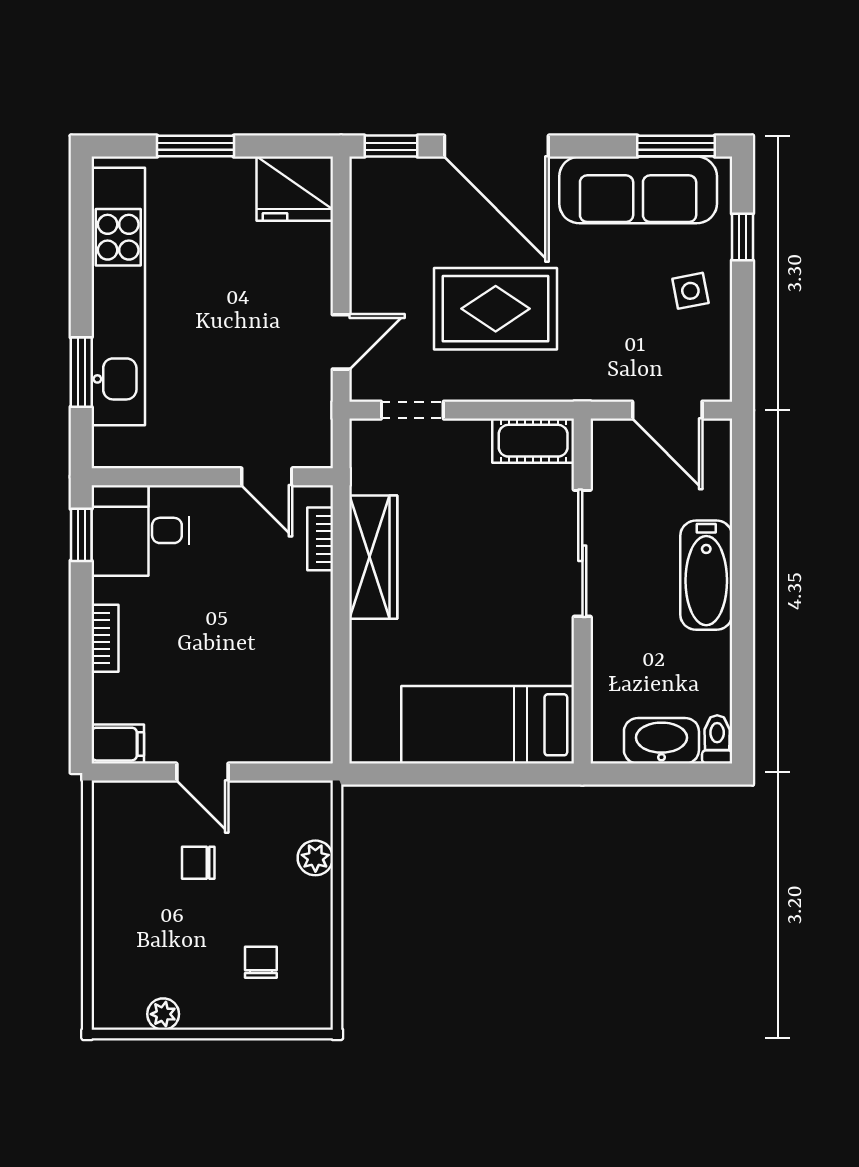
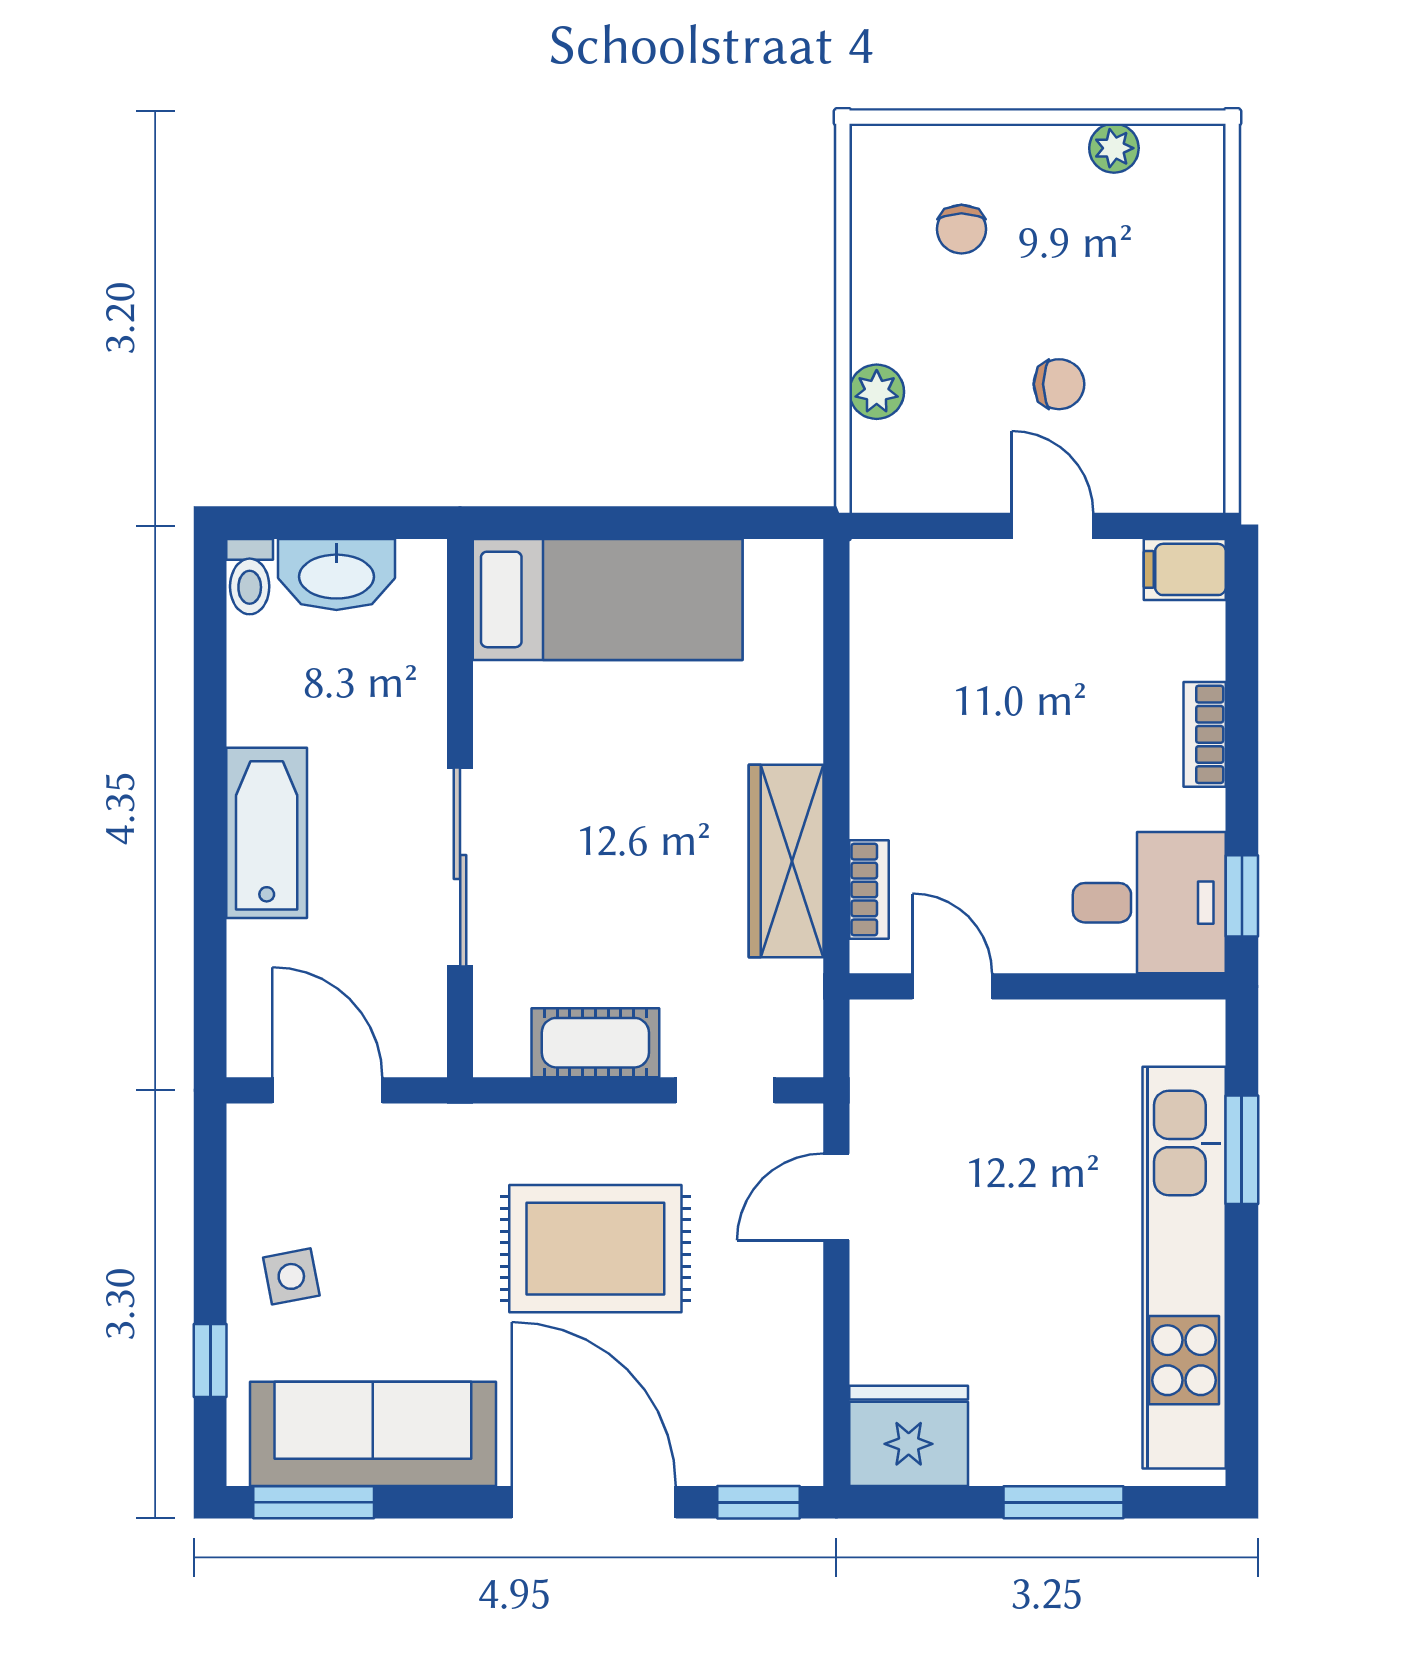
cot: (533, 441) -> (595, 1043), moved

